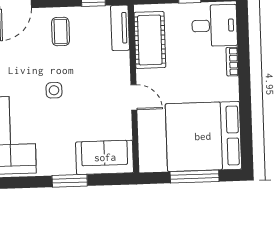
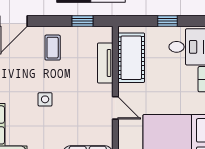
tv unit: (120, 28) -> (105, 63), moved

